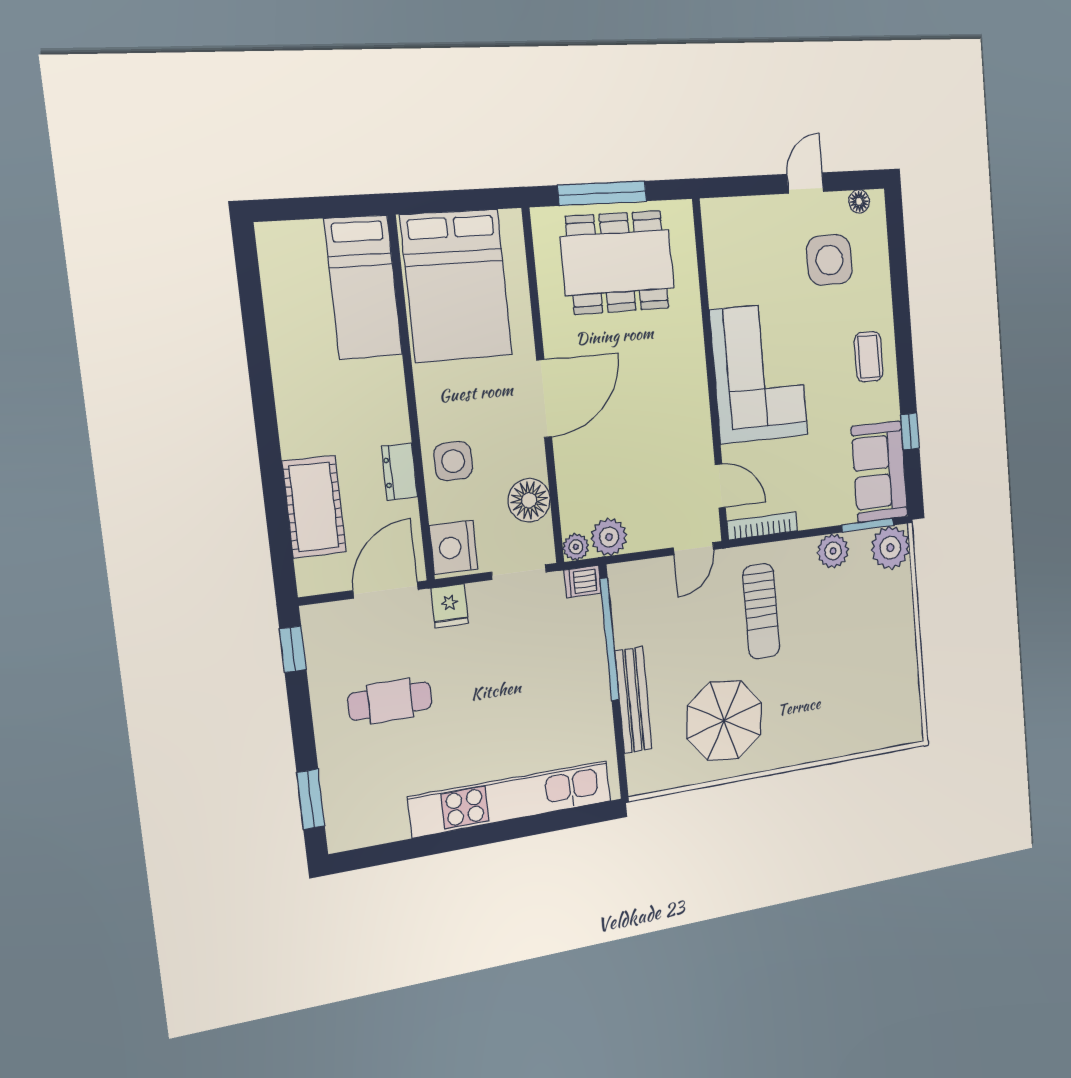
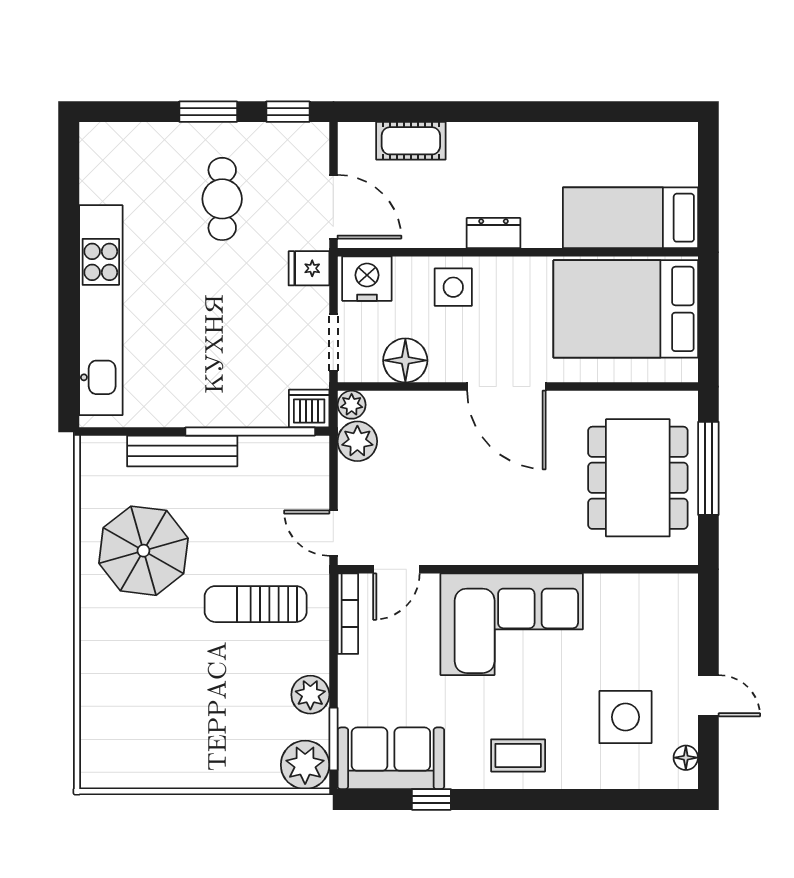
dresser: (399, 472) -> (493, 233), moved
cot: (314, 507) -> (411, 141), width x0.73, depth x0.75
dishwasher: (583, 582) -> (309, 408), width x1.38
window: (311, 799) -> (208, 112), moved

